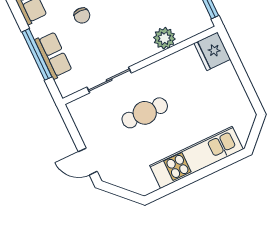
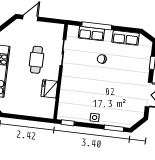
plant: (164, 38) -> (66, 92), removed
fridge: (212, 51) -> (49, 89), moved, turned -90

